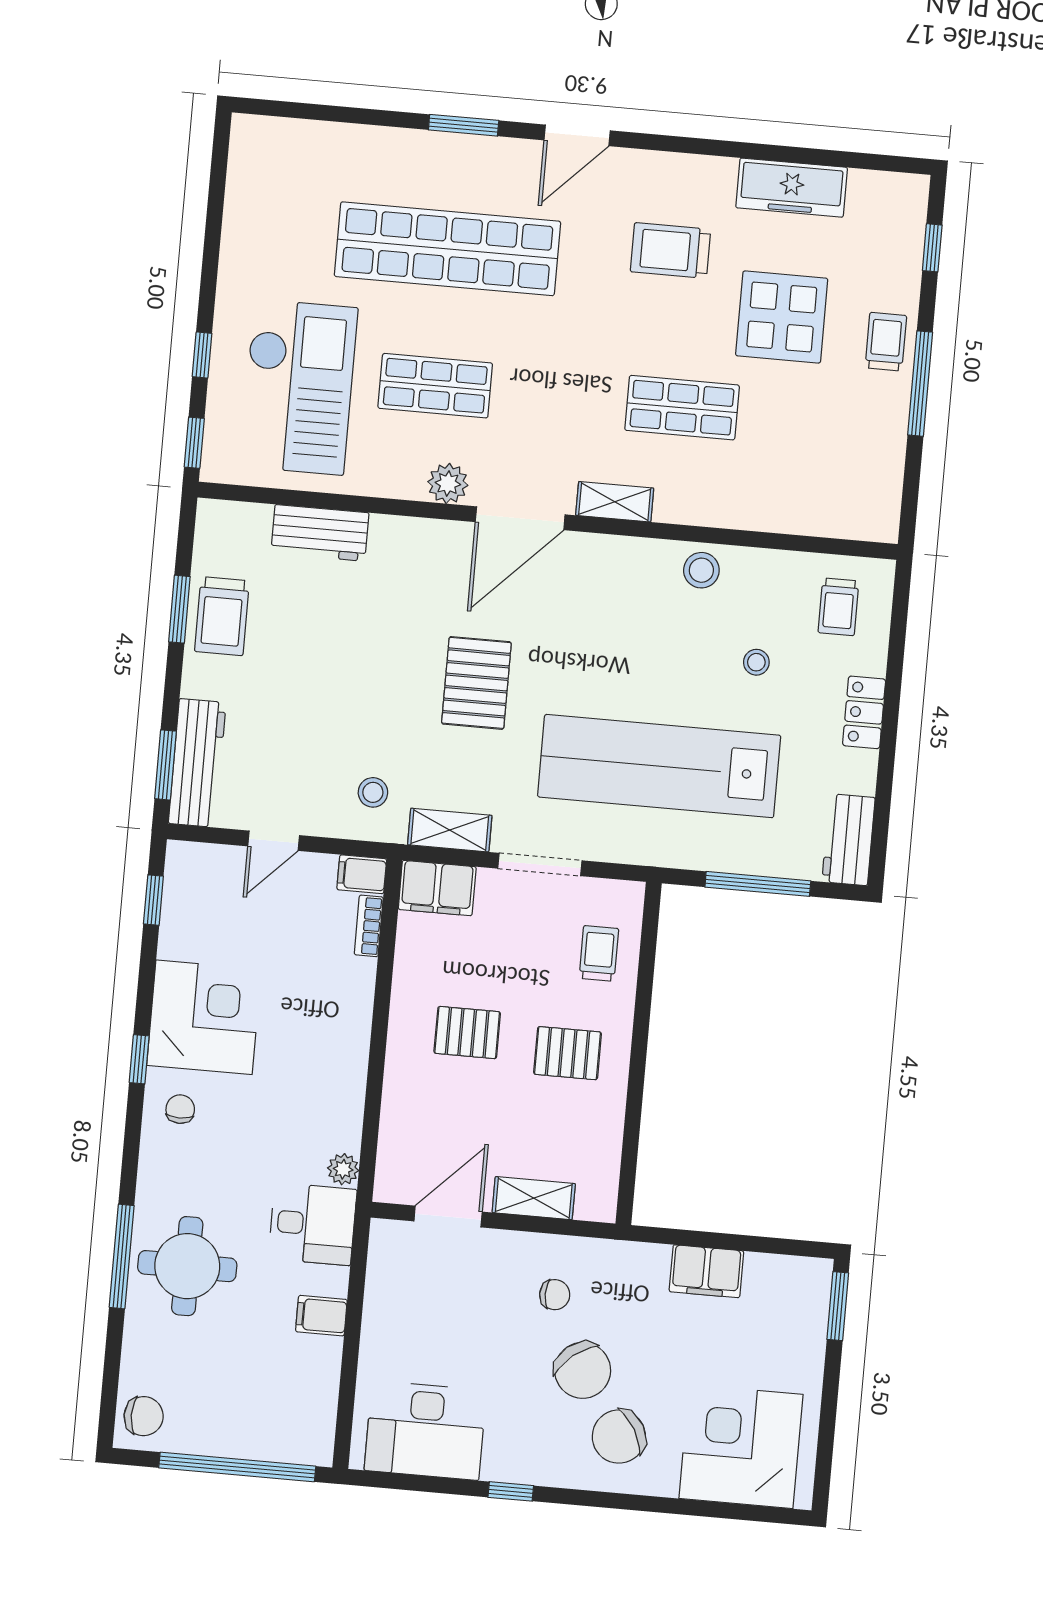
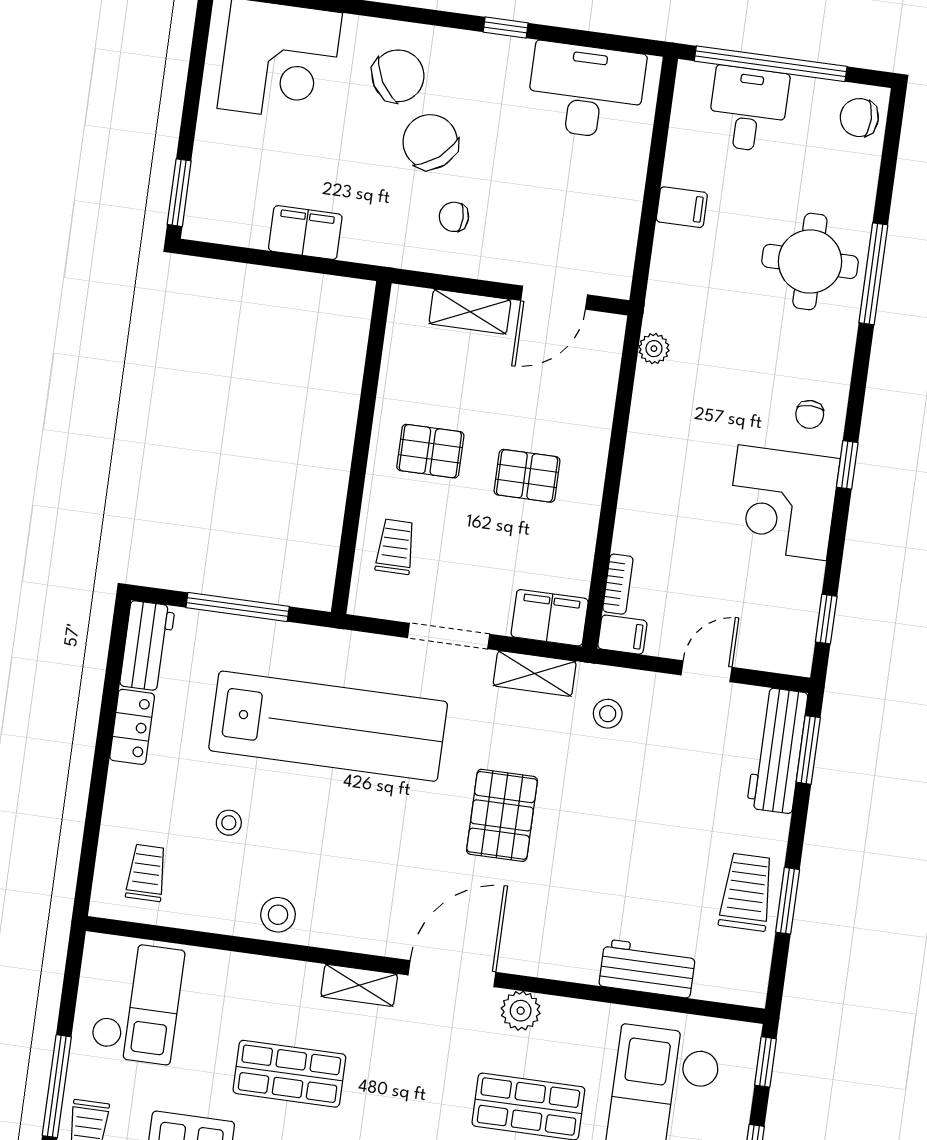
checkout: (842, 473) -> (137, 1003), added
locker: (864, 712) -> (132, 727), moved
trolley: (599, 953) -> (395, 547), turned 180
desk: (313, 1224) -> (748, 109), moved, turned 90

